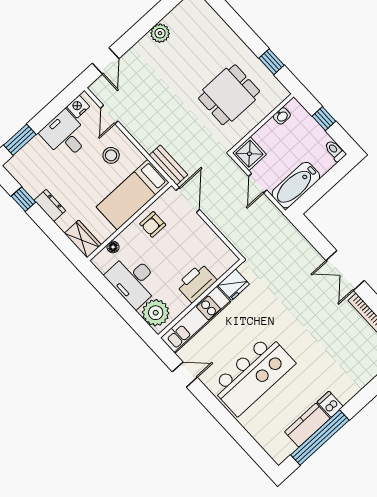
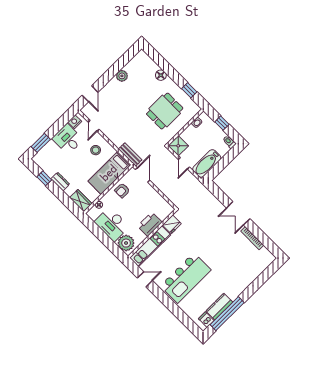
floor lamp: (225, 35) -> (161, 75), added
dishwasher: (330, 404) -> (206, 320), moved

